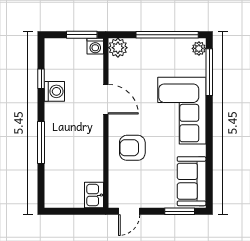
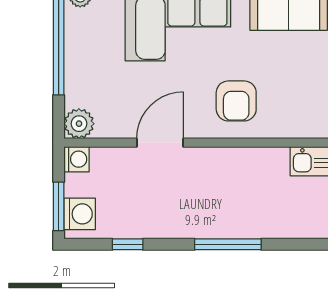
window: (82, 35) -> (59, 206), moved
washing machine: (54, 91) -> (80, 214), moved, turned 90

